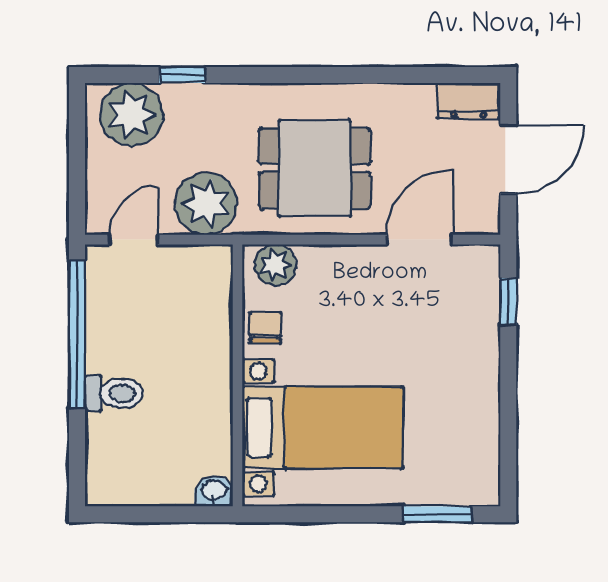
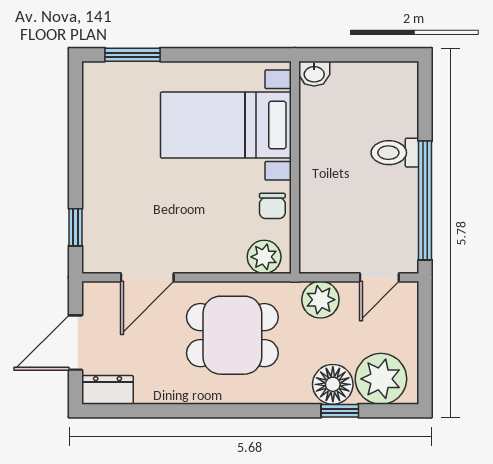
floor lamp: (191, 108) -> (333, 384), added
plant: (206, 204) -> (320, 300), width x0.73, depth x0.73

